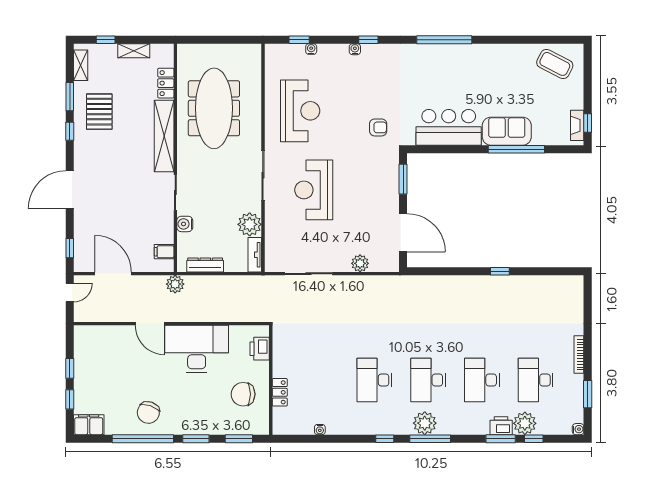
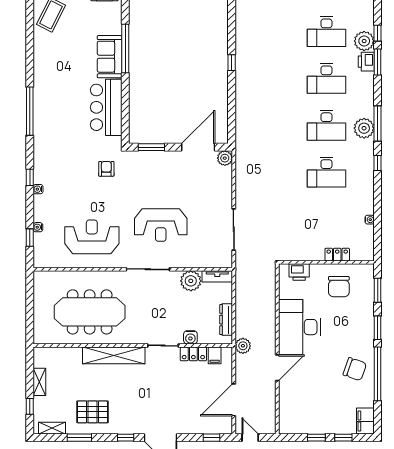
locker: (166, 83) -> (193, 354), moved
window: (70, 131) -> (126, 438), moved
plant: (360, 263) -> (225, 158), moved

